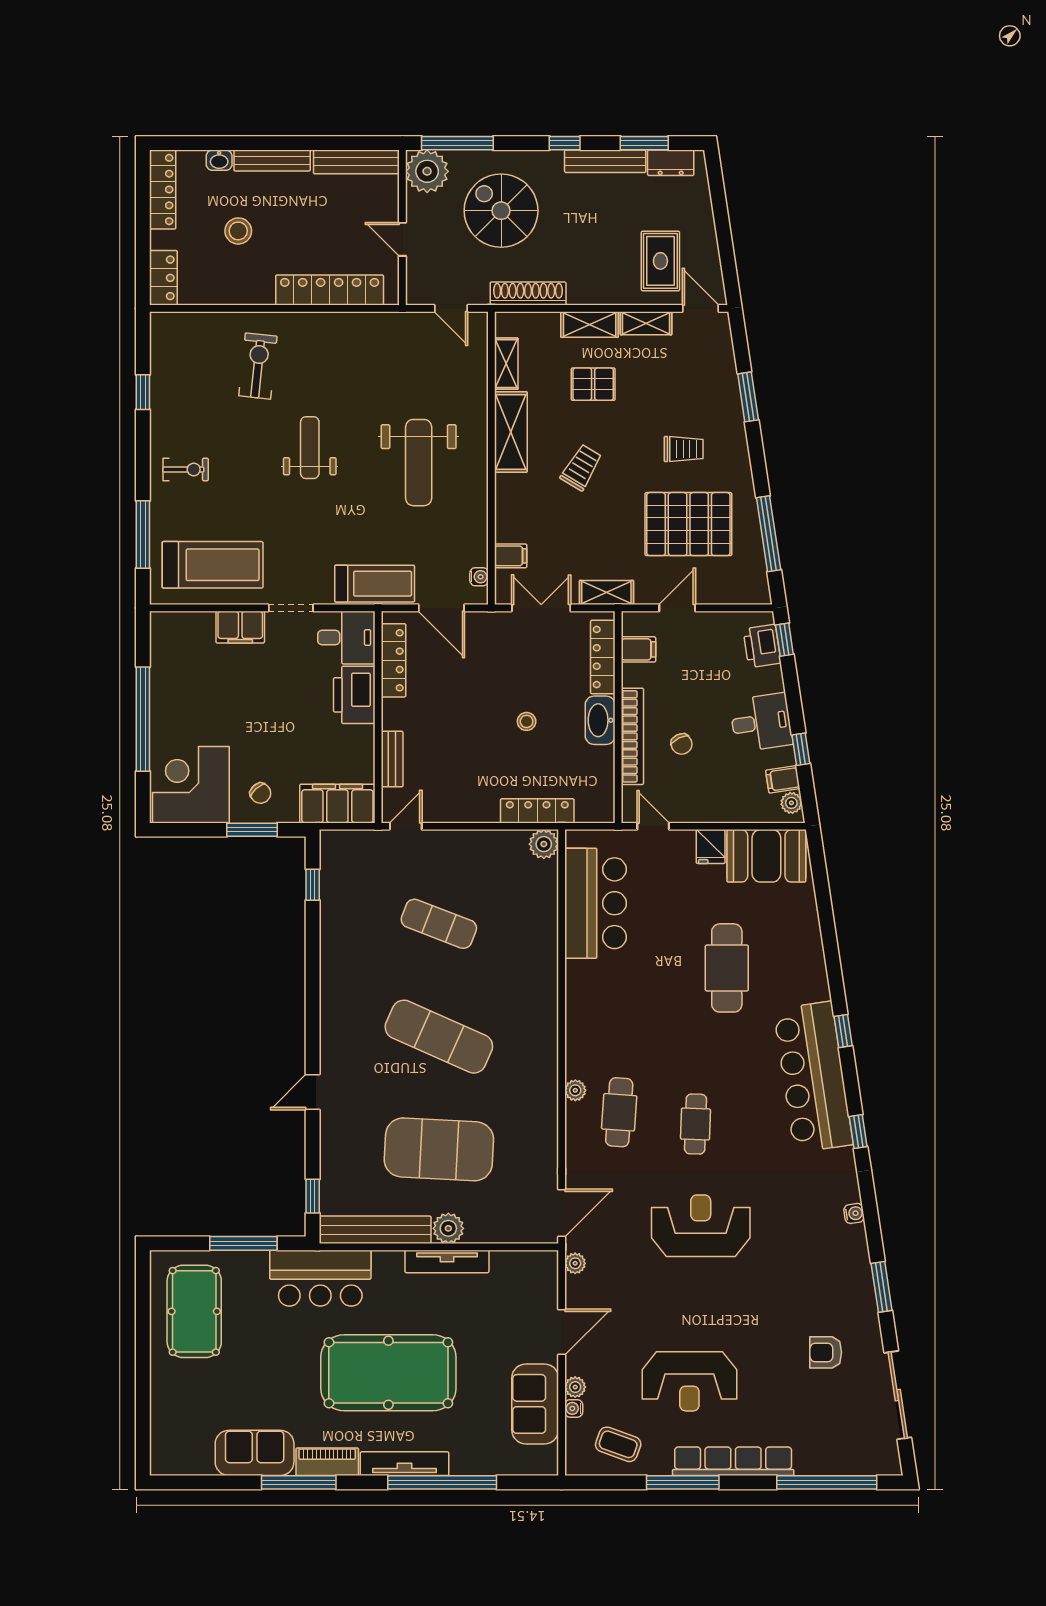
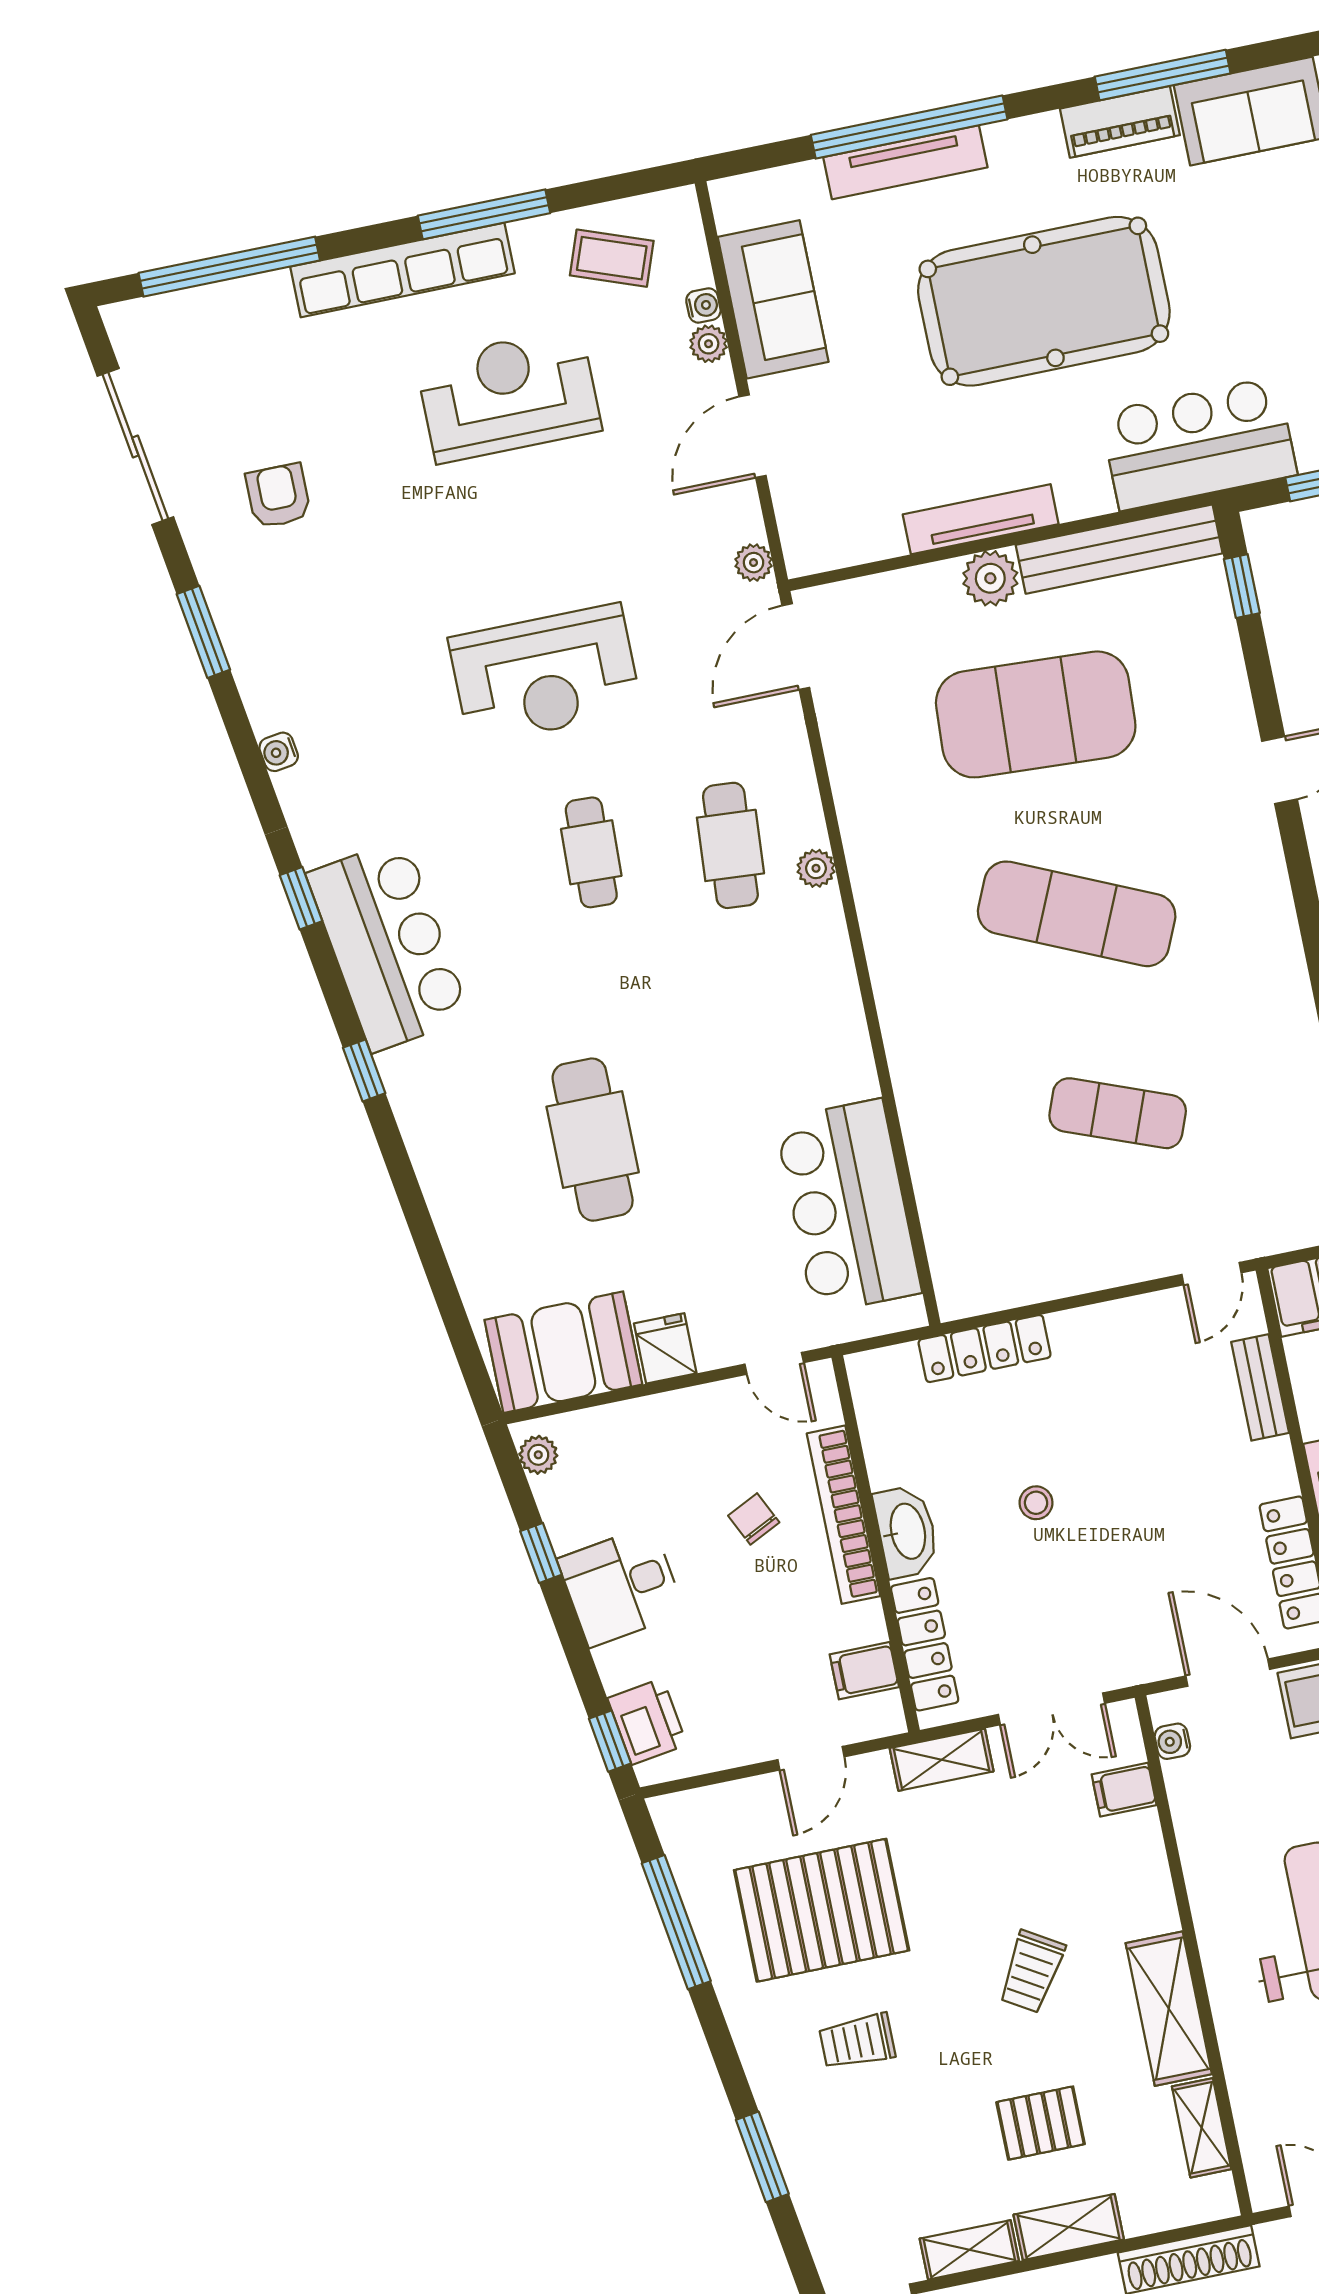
filing cabinet: (783, 779) -> (562, 1493), removed
plant: (544, 844) -> (961, 1292), removed
bar counter: (813, 1077) -> (388, 945), width x0.73
armchair: (826, 1352) -> (278, 496), turned -90
tv unit: (405, 1464) -> (905, 162), moved

